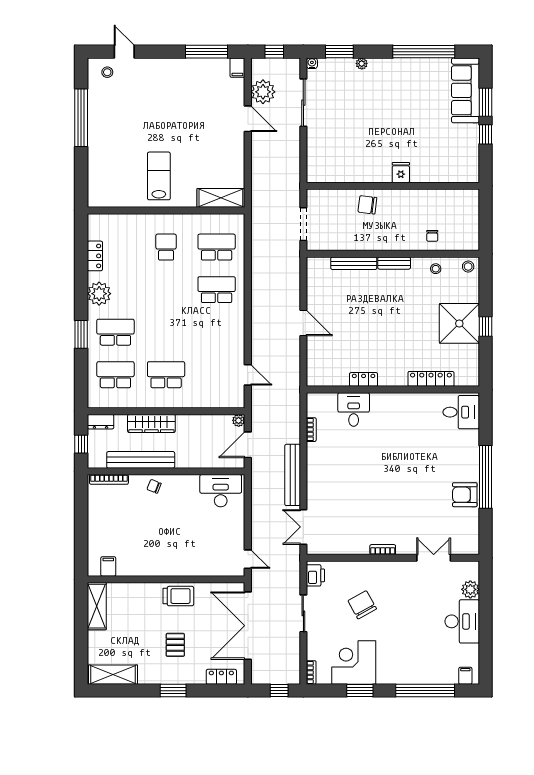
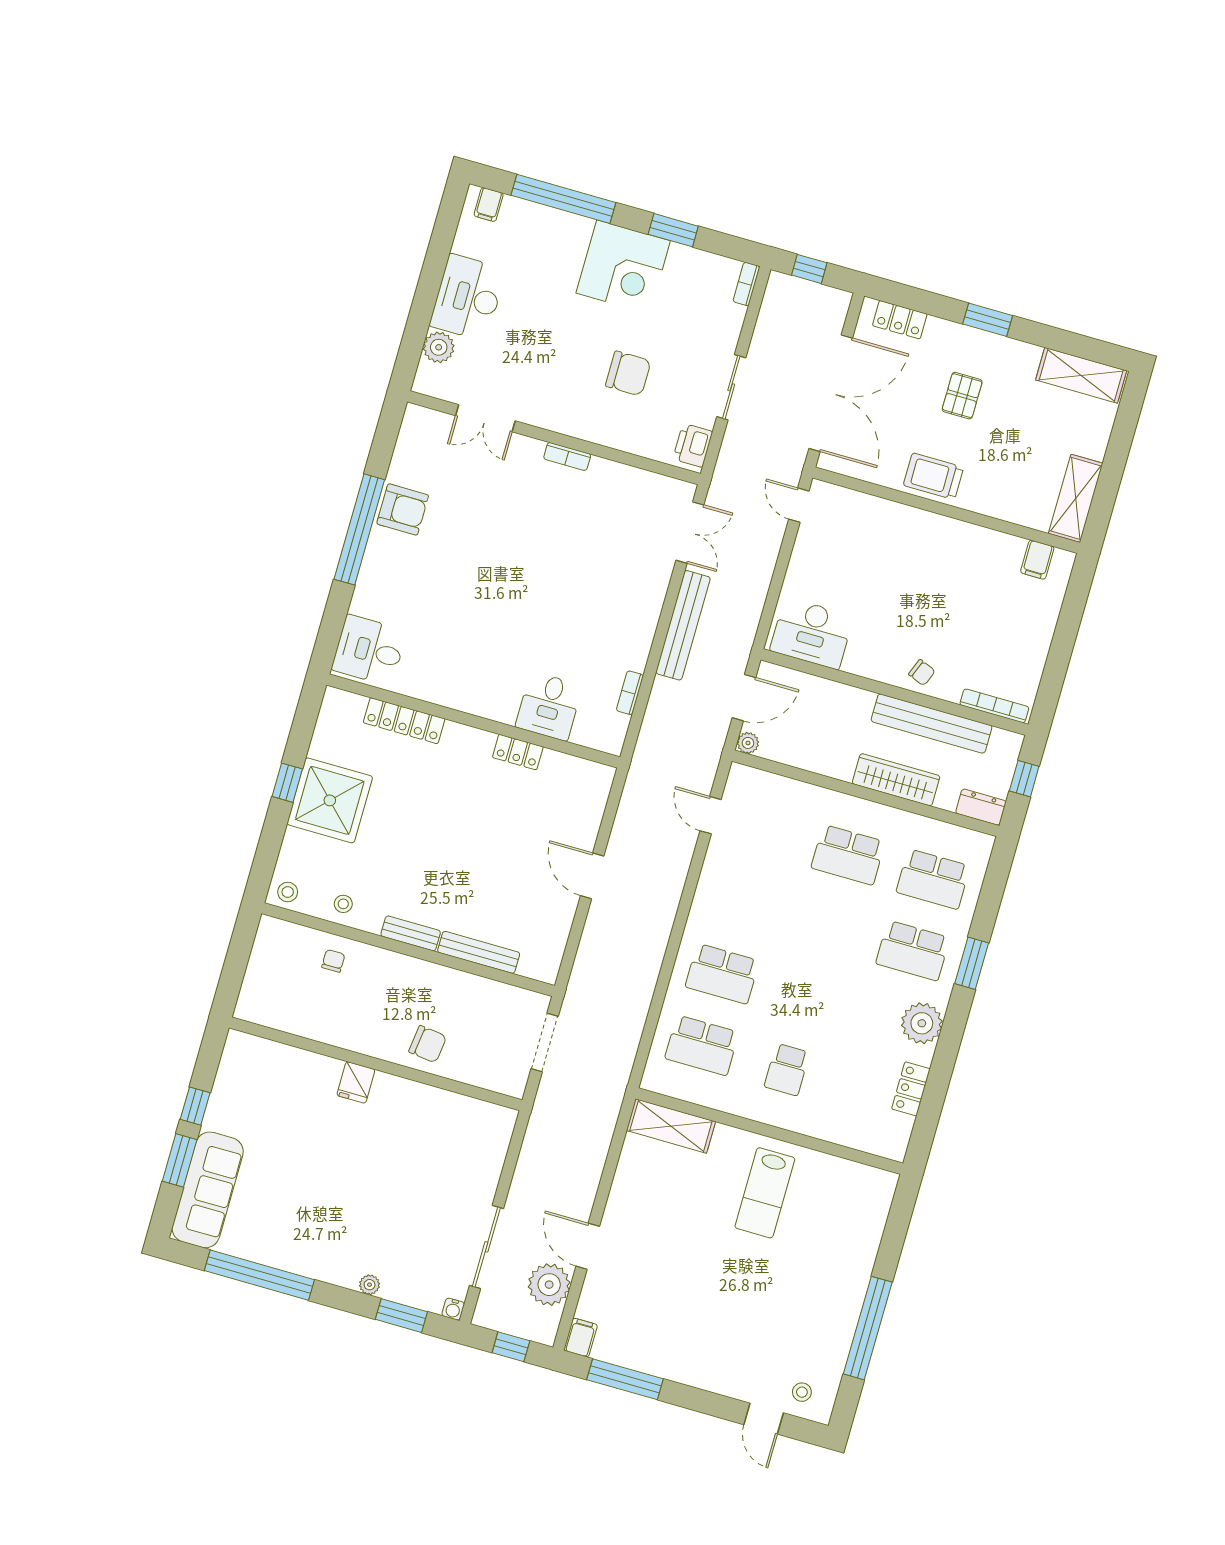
chair: (362, 605) -> (628, 373), turned -61
corner desk: (354, 662) -> (623, 267), moved

